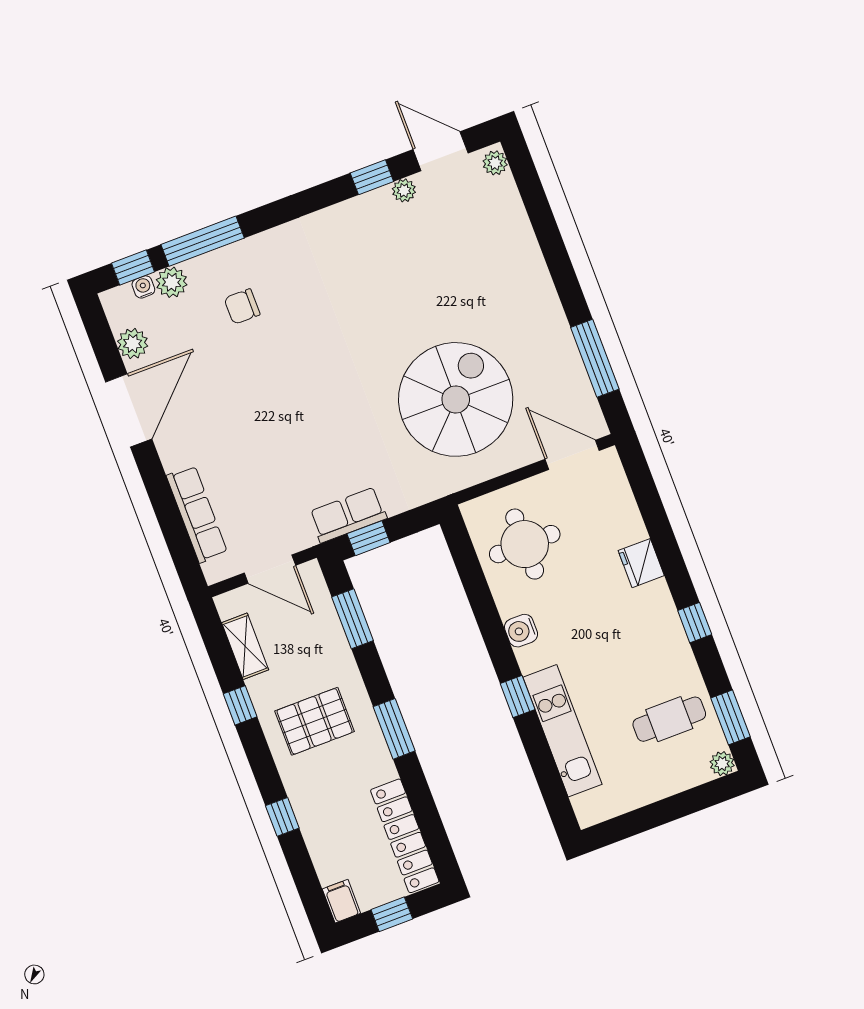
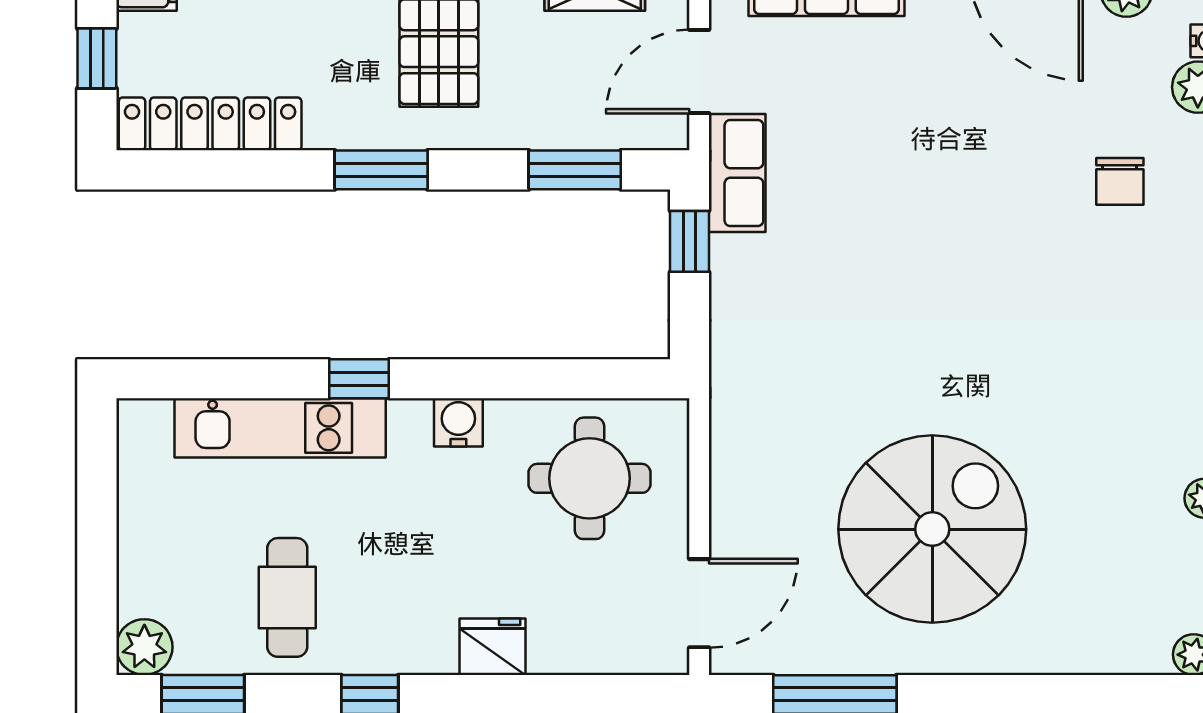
chair: (242, 306) -> (1120, 181), turned 180
spiral stairs: (456, 399) -> (932, 529), moved, turned -90
row of seats: (348, 515) -> (737, 173), moved
cafe table: (669, 719) -> (287, 597), moved
plant: (722, 764) -> (144, 647), width x1.38, depth x1.38

